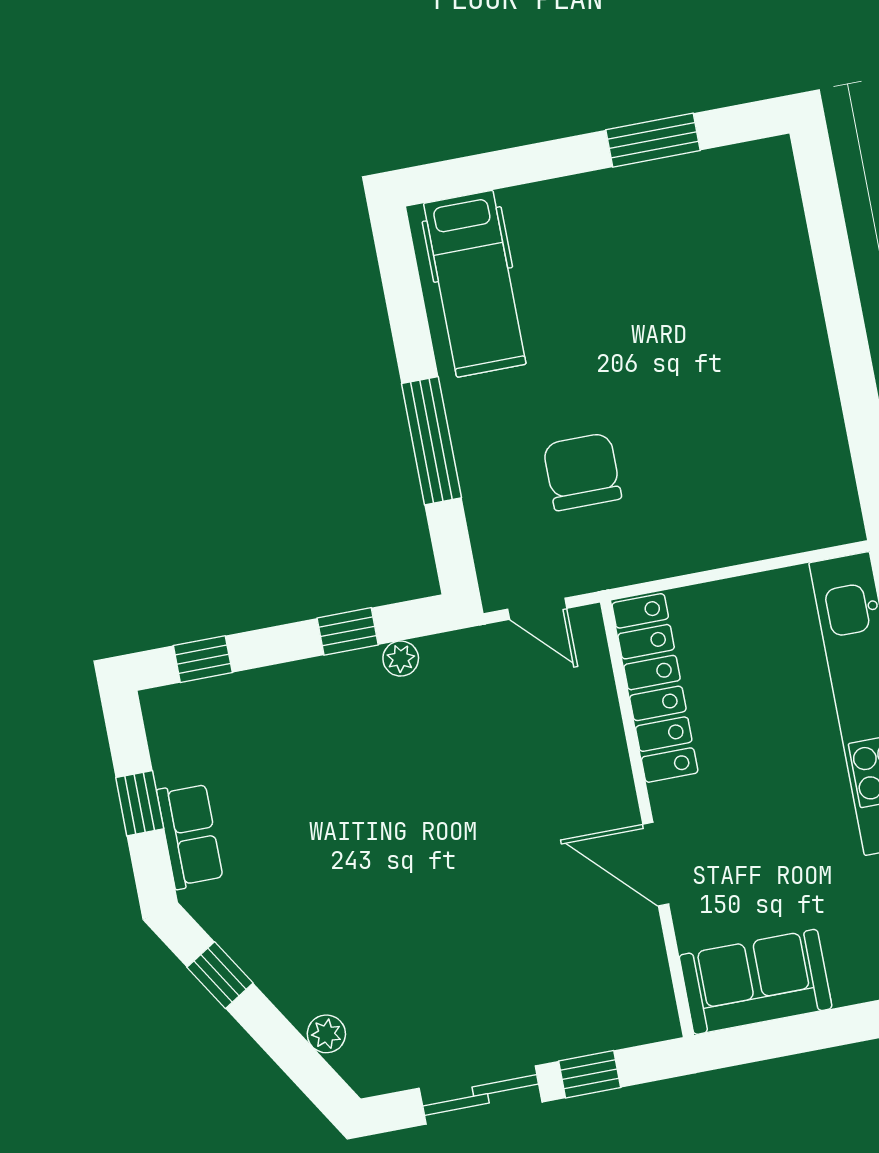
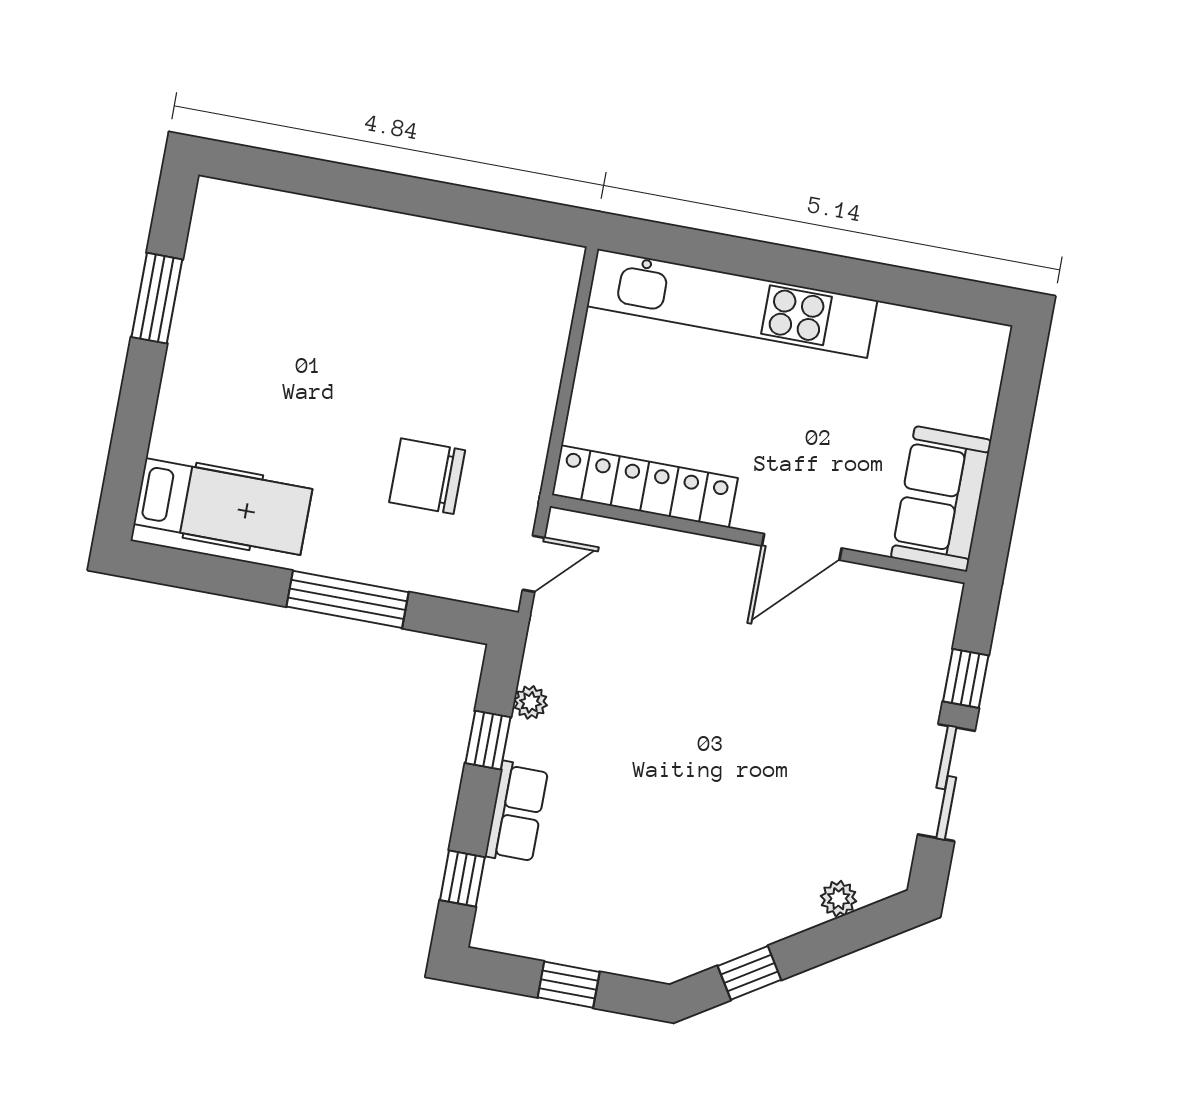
row of seats: (190, 835) -> (517, 813), moved, turned 90

